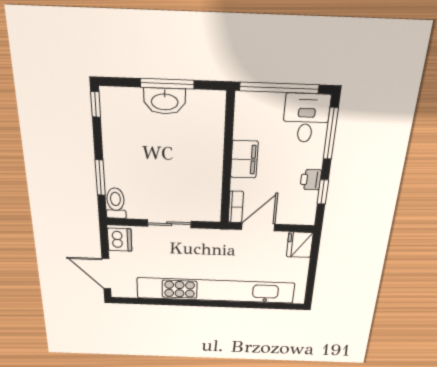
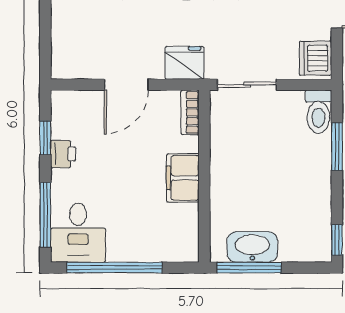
filing cabinet: (244, 159) -> (183, 178), moved
wall: (227, 160) -> (204, 176), moved
bookcase: (236, 207) -> (190, 112), moved
fridge: (300, 245) -> (185, 63), moved, turned -90

